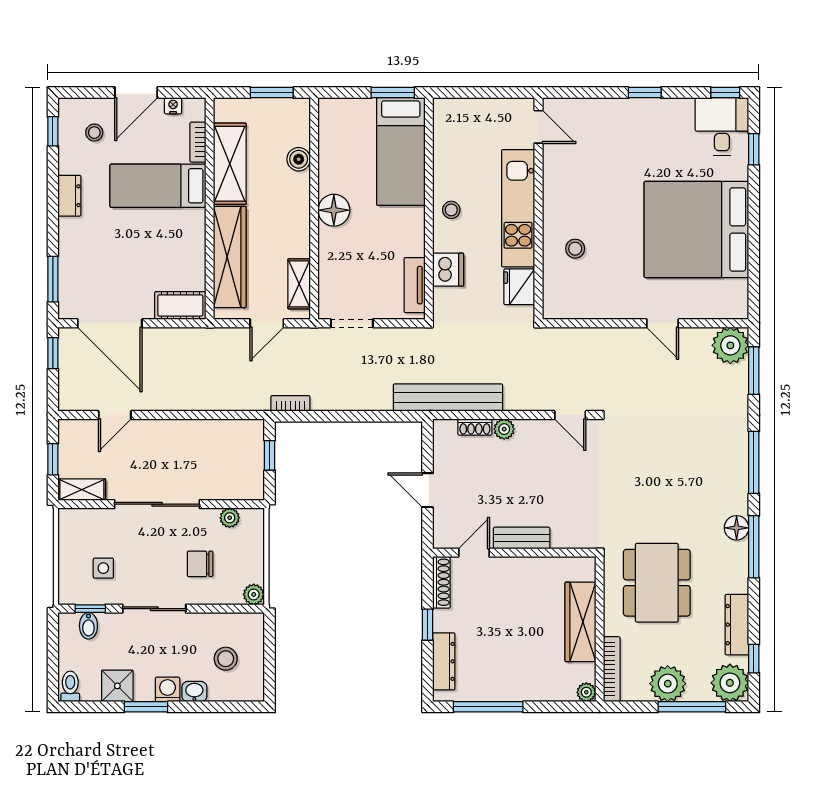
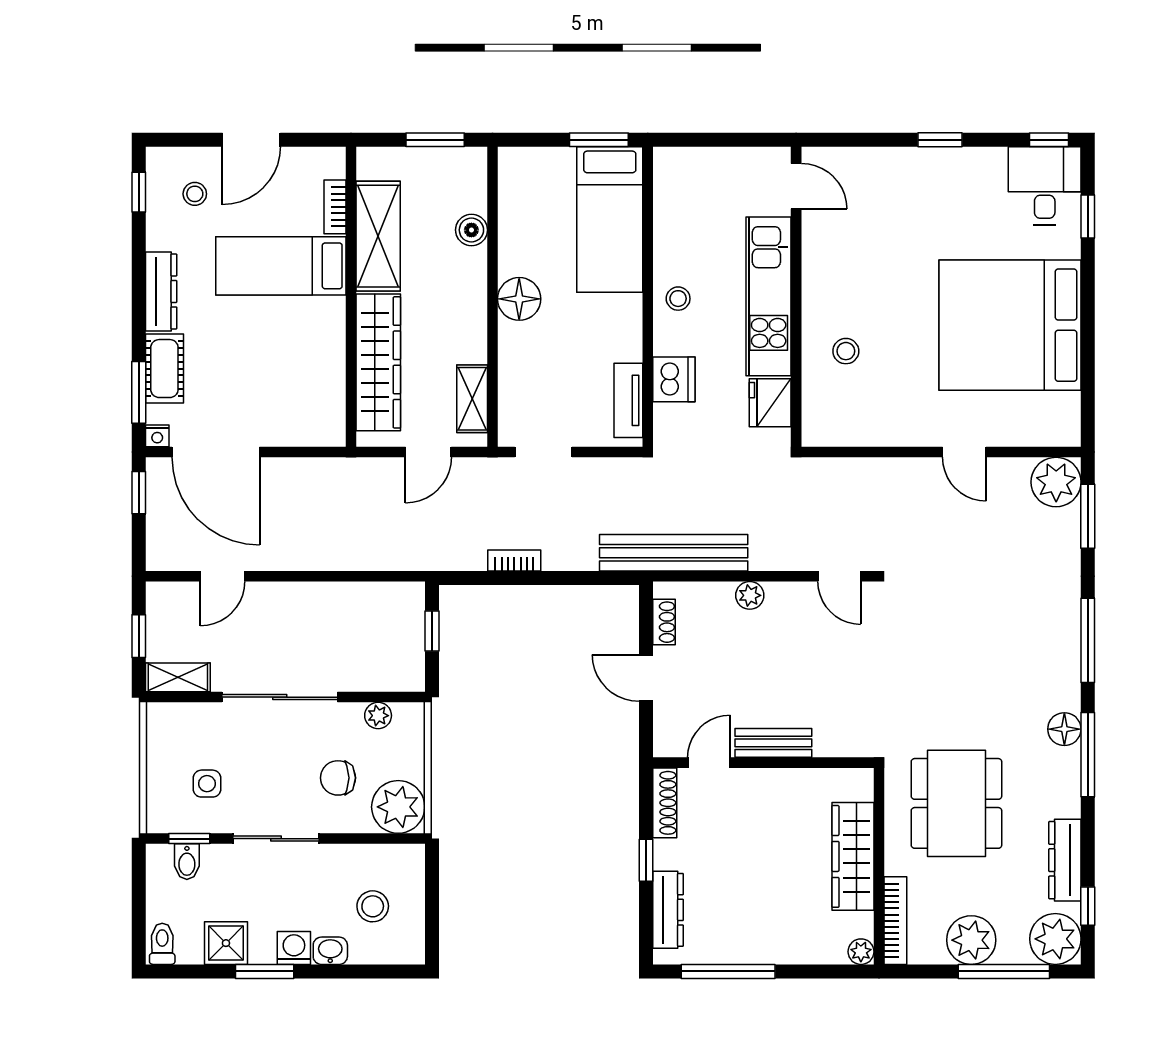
nightstand: (173, 106) -> (157, 436), moved, turned 180
dresser: (69, 196) -> (161, 291), width x1.44
cot: (180, 305) -> (164, 369), moved, turned 90
bookcase: (290, 403) -> (514, 561), moved
shoe rack: (475, 427) -> (664, 622), moved, turned -90
plant: (254, 594) -> (398, 807), width x1.88, depth x1.88

